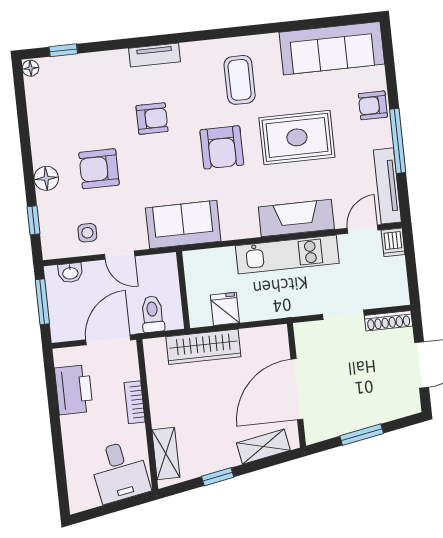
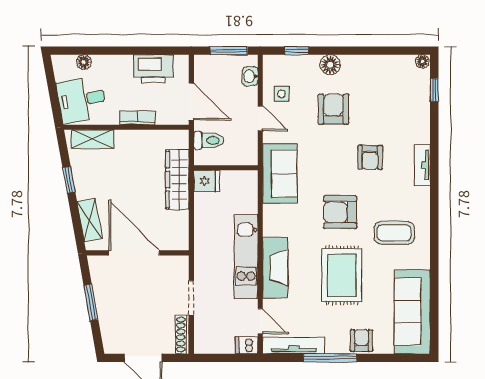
door: (120, 255) -> (260, 119), swing flipped
fridge: (225, 309) -> (207, 181), moved
floor lamp: (75, 474) -> (84, 62), added

